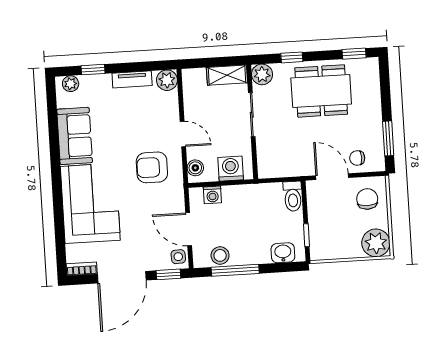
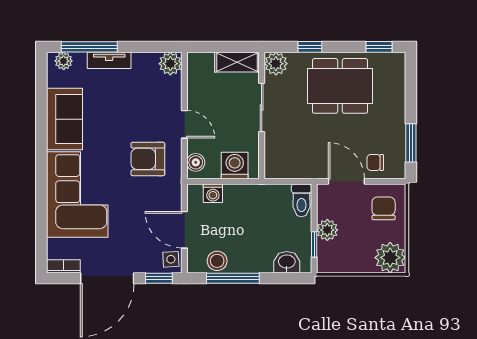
window: (93, 70) -> (89, 47), width x2.17
tv unit: (132, 79) -> (109, 60), moved
plant: (318, 222) -> (327, 230), added

